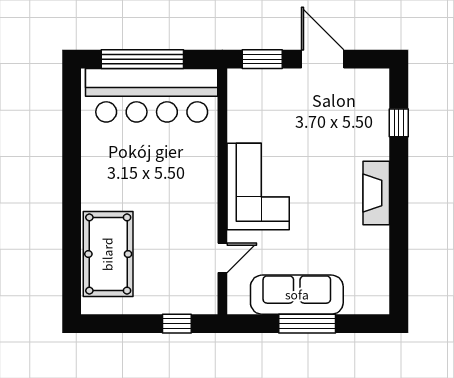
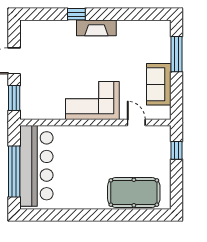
window: (399, 123) -> (76, 14), moved
sofa: (297, 295) -> (159, 84), width x0.73
window: (307, 324) -> (177, 54), moved

